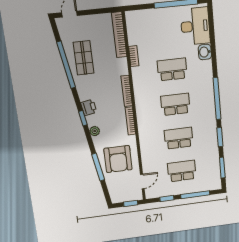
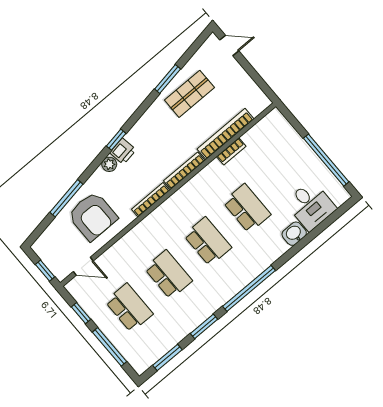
desk: (195, 26) -> (311, 205), width x0.73
bookcase: (119, 35) -> (225, 134), moved
window: (66, 65) -> (168, 79), width x0.47
printer: (89, 107) -> (123, 151), moved
armchair: (118, 159) -> (93, 216), turned -90

